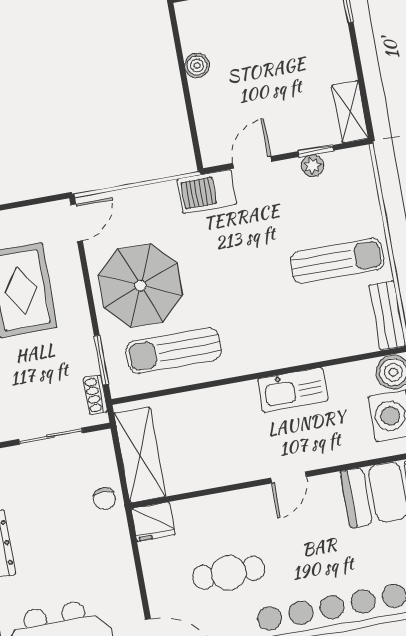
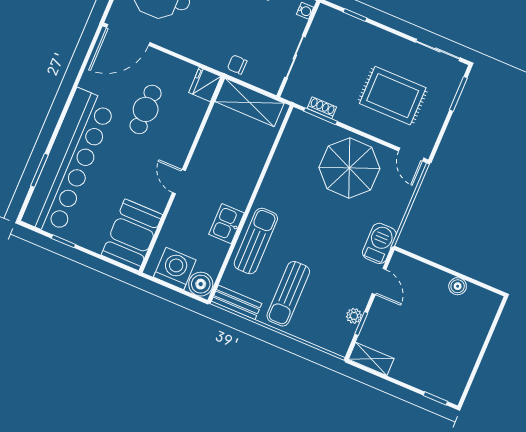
sun lounger: (174, 350) -> (256, 241), moved
kitchen sink: (293, 390) -> (227, 224), width x0.73
shoe rack: (95, 395) -> (322, 108), moved

